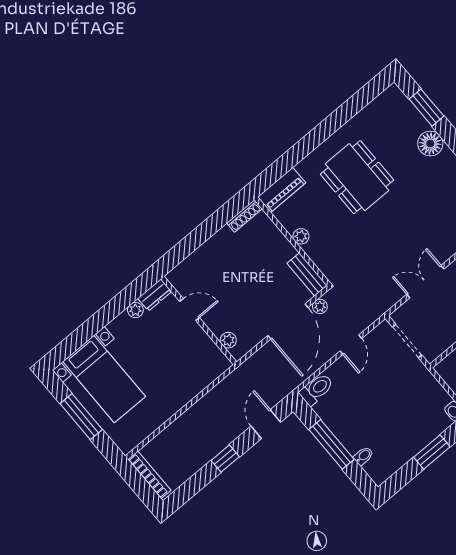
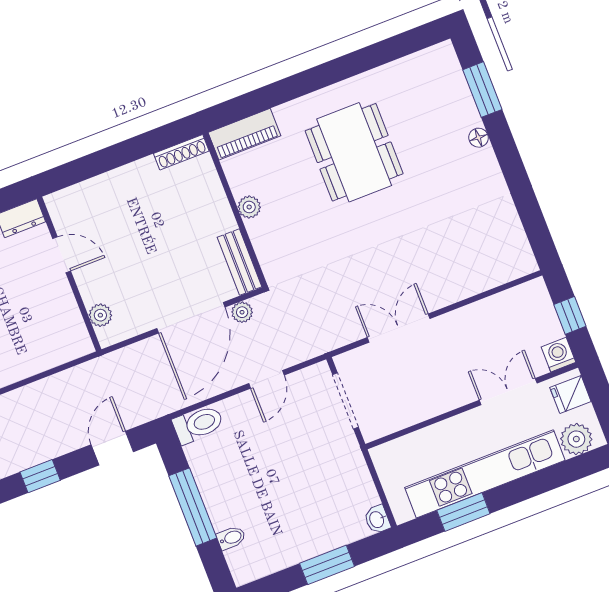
floor lamp: (430, 144) -> (478, 138), width x0.53, depth x0.53

